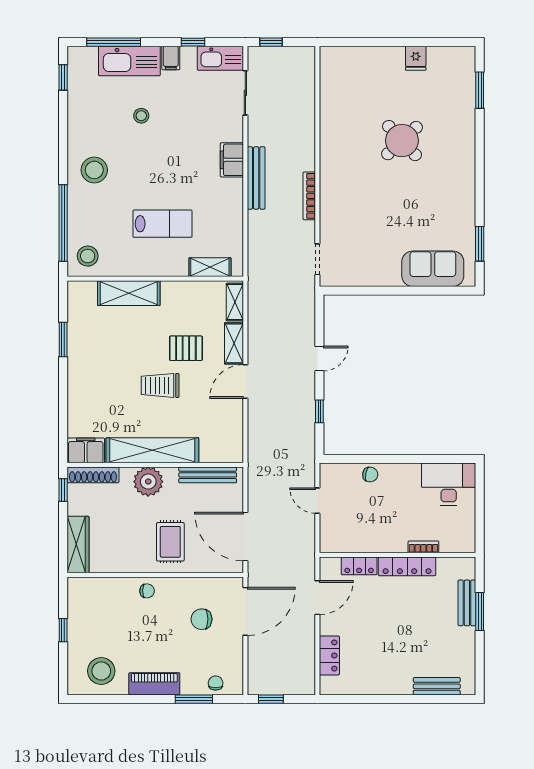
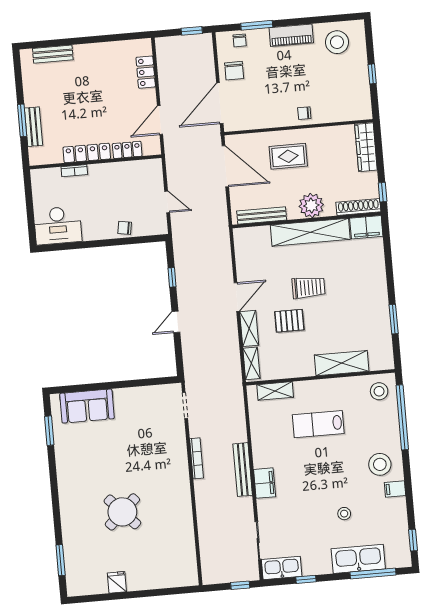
filing cabinet: (171, 58) -> (395, 489), moved, turned -90
rug: (170, 542) -> (288, 156), turned 90
chair: (202, 619) -> (234, 71), moved, turned 90

